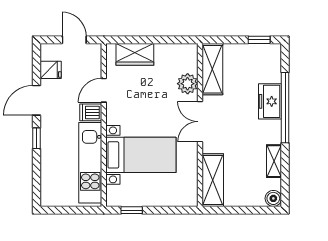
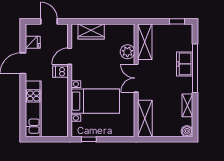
window: (37, 138) -> (23, 90), removed
kitchen unit: (90, 163) -> (33, 109), moved, turned 180

